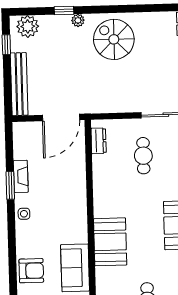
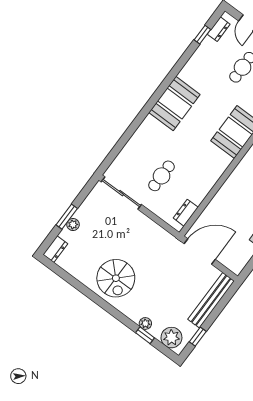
window: (64, 10) -> (145, 335), moved
plant: (78, 20) -> (145, 323), moved

